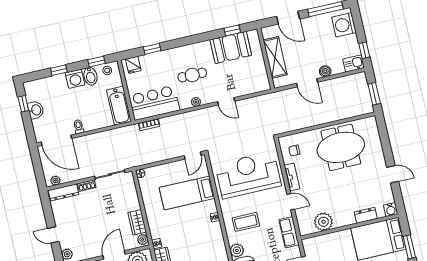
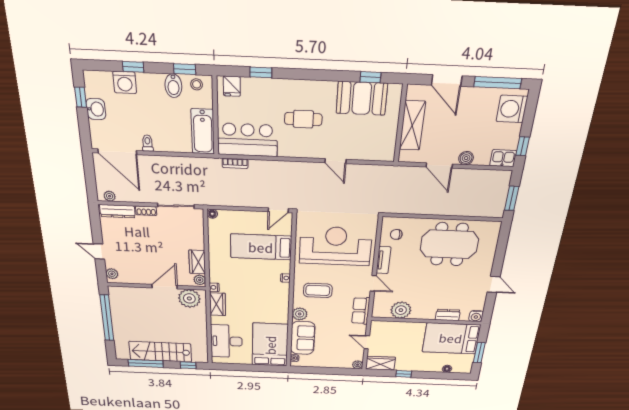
washing machine: (75, 79) -> (125, 82), moved
plant: (196, 102) -> (299, 152), removed

